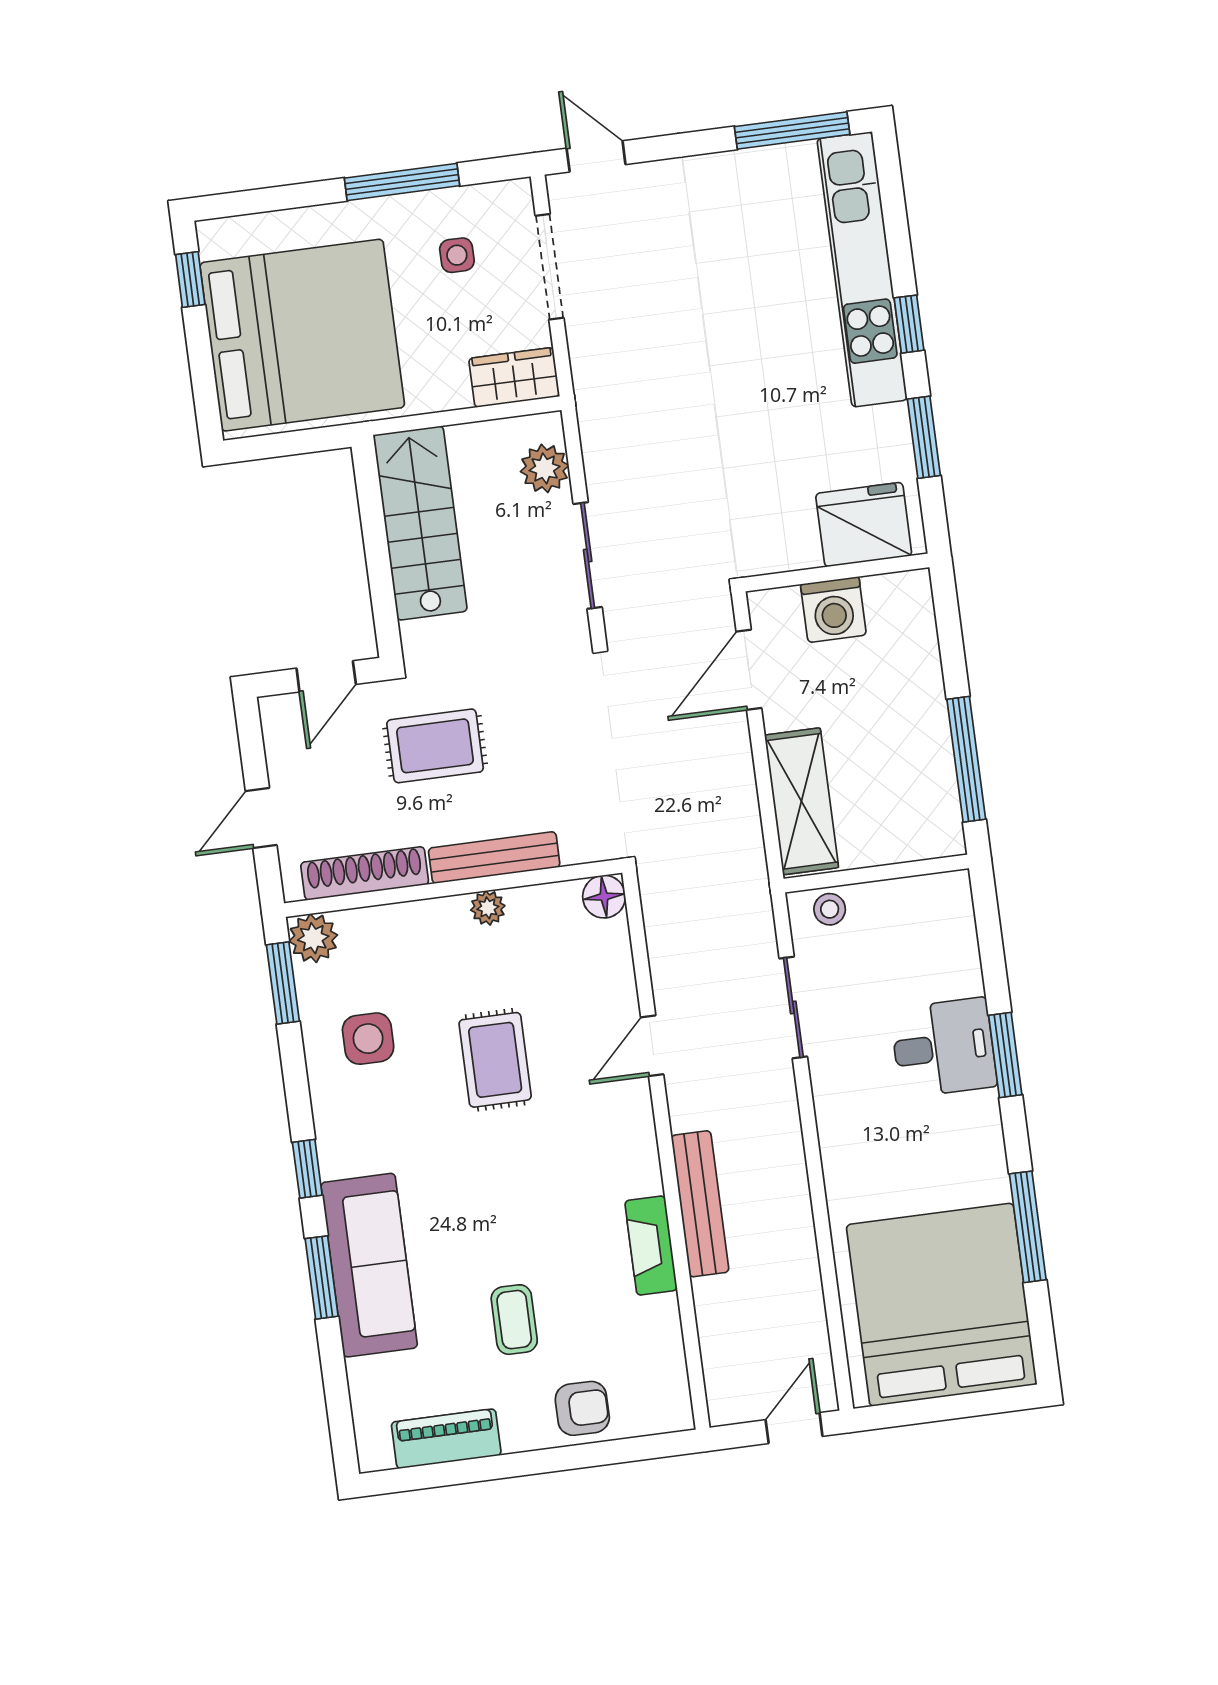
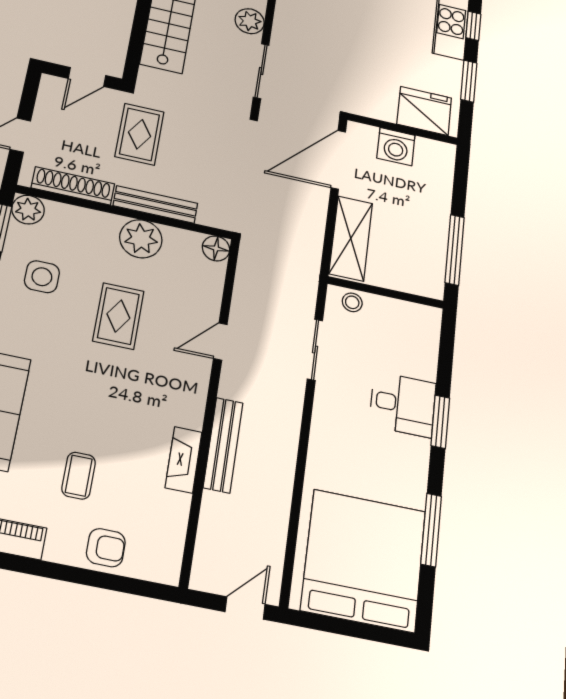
door: (749, 670) -> (338, 160), width x1.36
rug: (435, 746) -> (140, 134), turned 90
plant: (488, 908) -> (141, 239), width x1.87, depth x1.87

